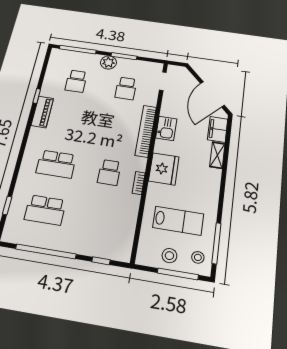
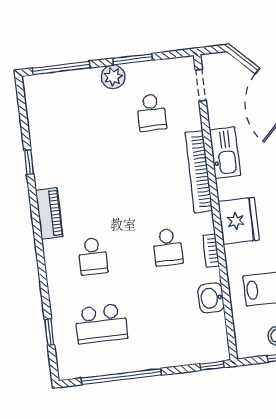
school desk: (76, 81) -> (77, 122), removed
piano: (42, 112) -> (49, 213), moved
kitchen sink: (166, 128) -> (225, 153), width x1.38
school desk: (56, 164) -> (93, 256), width x0.54
washbasin: (129, 215) -> (211, 298), added
window: (101, 261) -> (212, 366), moved

